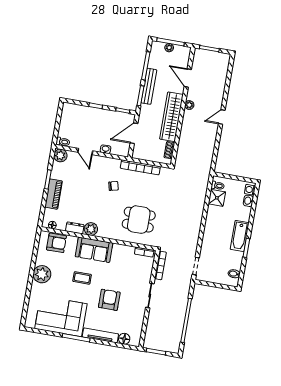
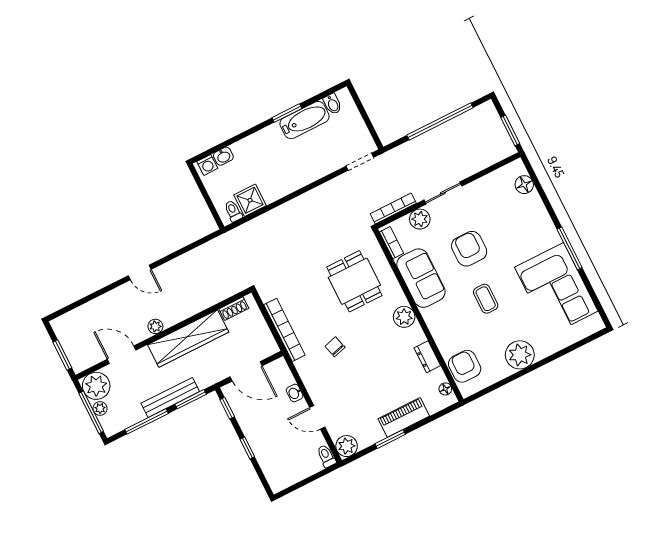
plant: (182, 54) -> (96, 386), added
door: (188, 78) -> (122, 355), swing flipped
door: (85, 151) -> (317, 417), swing flipped
plant: (91, 229) -> (404, 317), moved
bathtub: (240, 236) -> (305, 120), moved
sofa: (94, 250) -> (421, 278), moved
plant: (145, 275) -> (420, 219), added
armchair: (109, 300) -> (469, 249), moved, turned 90
tv unit: (100, 335) -> (543, 219), removed

